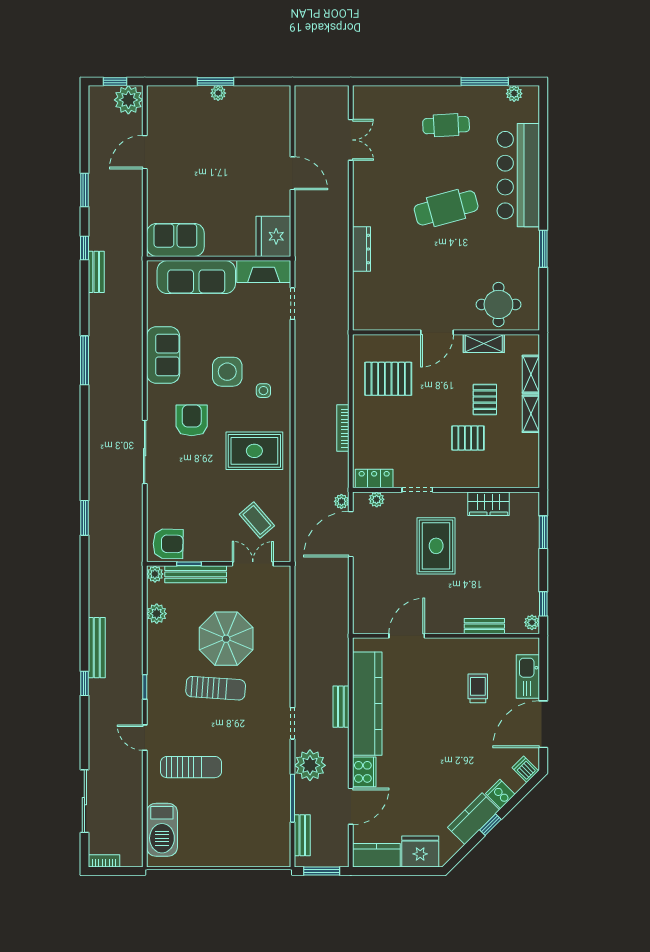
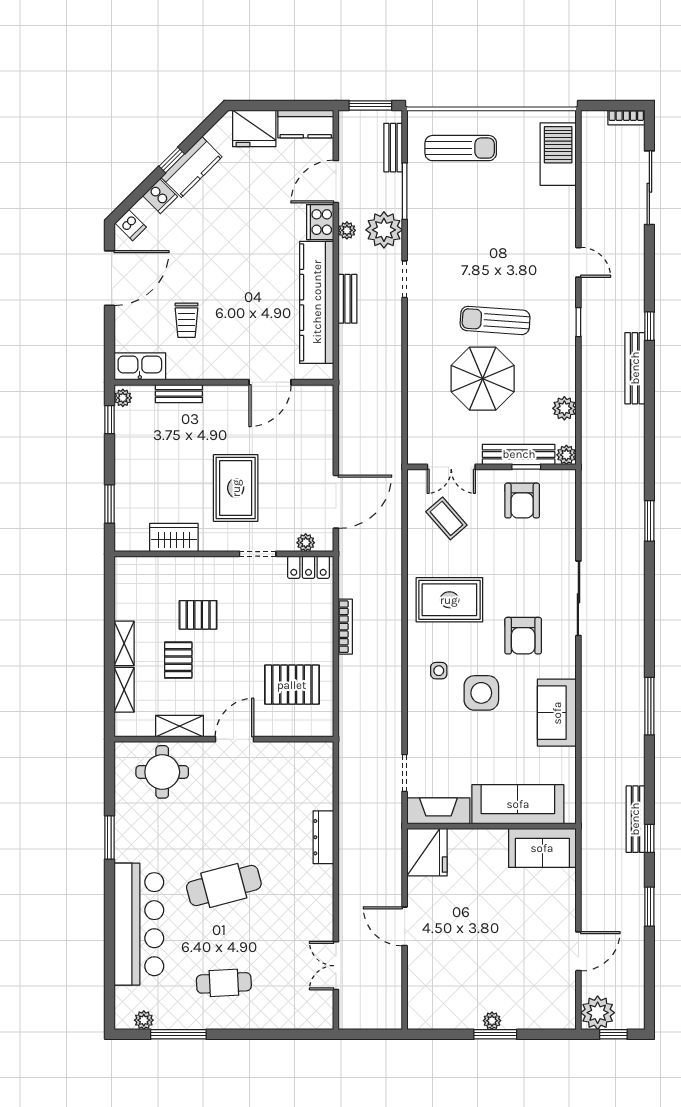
bench: (96, 272) -> (635, 819), width x1.36
plant: (341, 501) -> (347, 230), moved
armchair: (168, 544) -> (522, 501), moved, turned -91
kitchen sink: (528, 676) -> (140, 366), moved, turned -90
sun lounger: (191, 767) -> (461, 148), moved, turned 180

